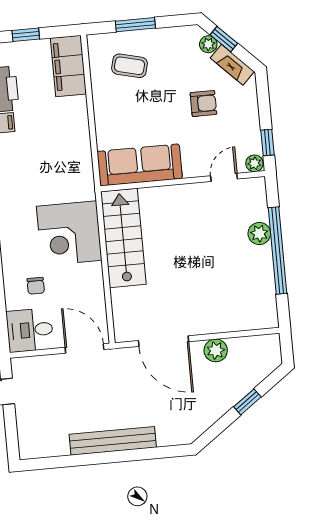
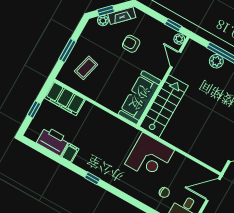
armchair: (203, 104) -> (131, 44), turned -90
stairs: (123, 238) -> (164, 106), moved, turned 90

